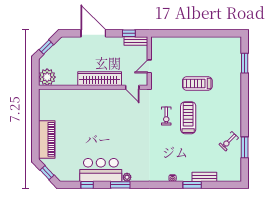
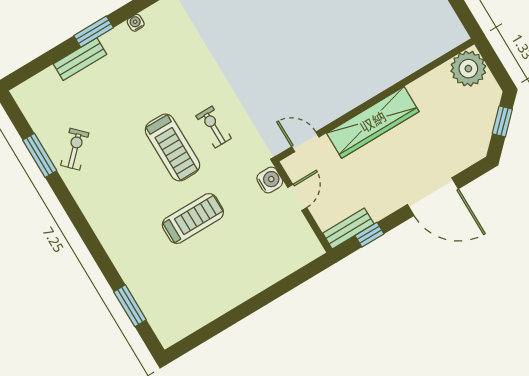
water cooler: (156, 80) -> (270, 180), added

